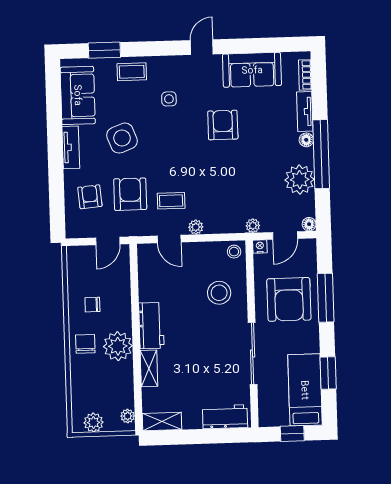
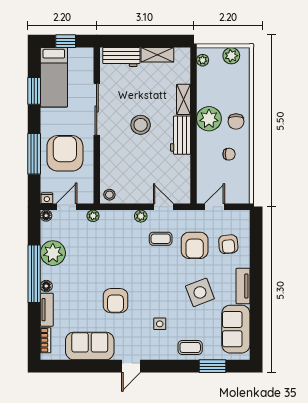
nightstand: (260, 247) -> (47, 198), moved
stool: (219, 293) -> (141, 125), moved
shelving: (162, 421) -> (157, 55), moved

